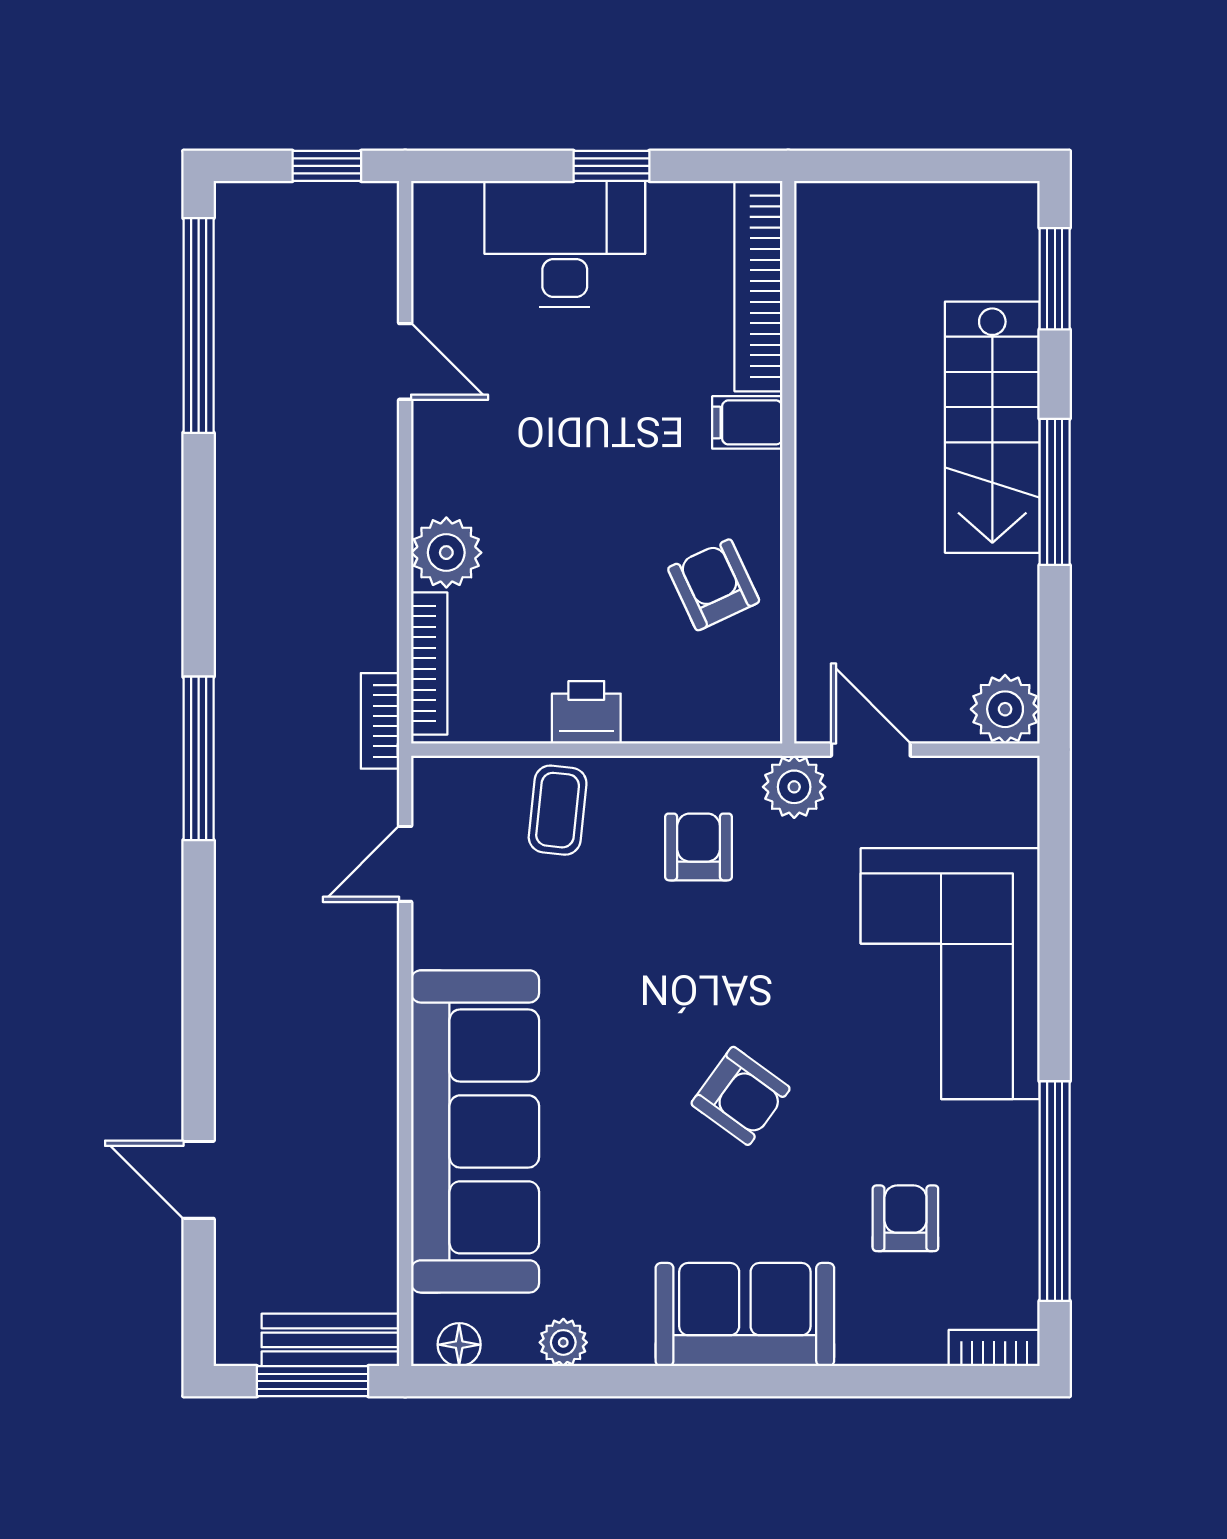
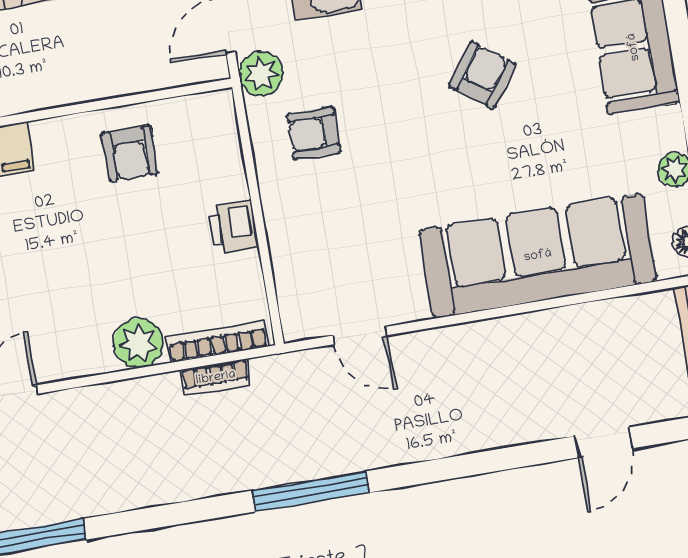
armchair: (714, 585) -> (130, 153), turned -65
bookcase: (380, 721) -> (216, 378), moved
coffee table: (558, 810) -> (305, 236), removed

